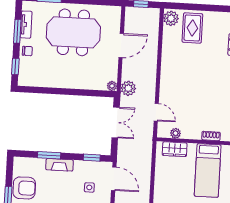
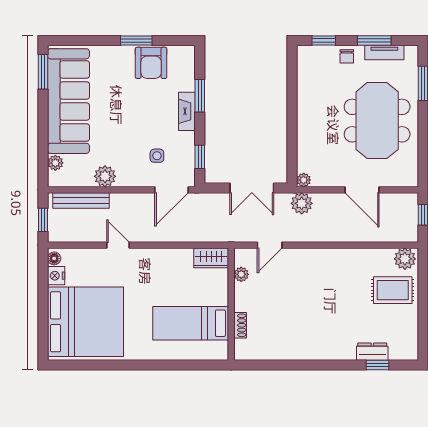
wardrobe: (175, 149) -> (211, 258), moved, turned -90

